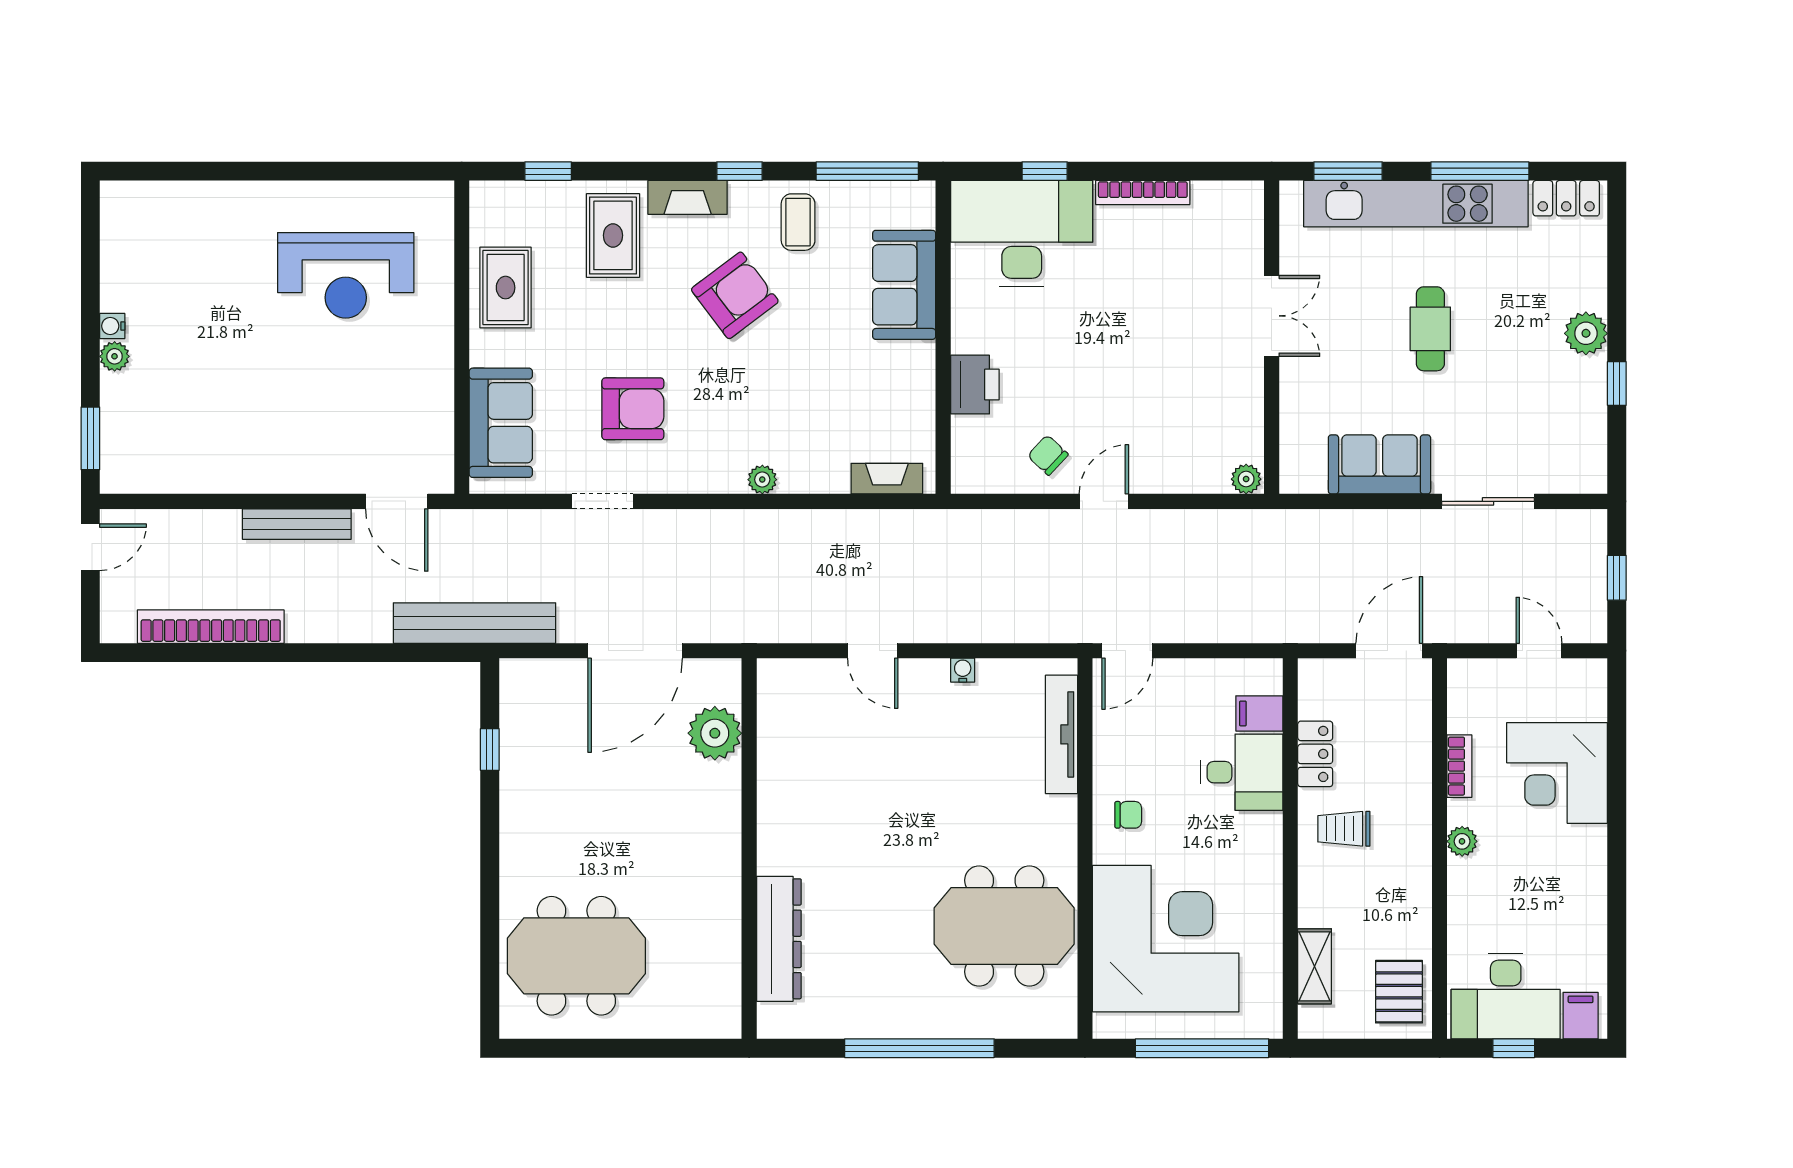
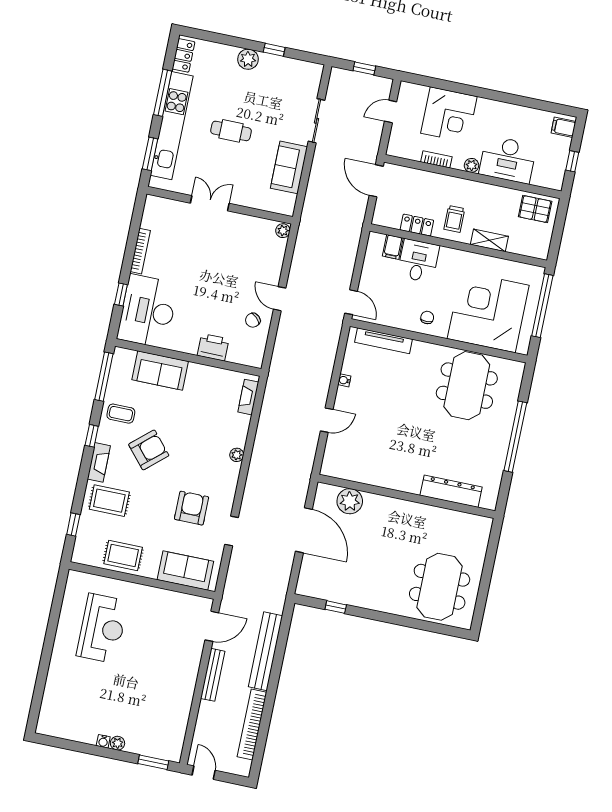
armchair: (735, 295) -> (149, 450), turned 86
bench: (474, 623) -> (265, 651), moved
shelving: (1315, 966) -> (489, 240), moved
desk: (1506, 996) -> (508, 159), moved, turned 90

